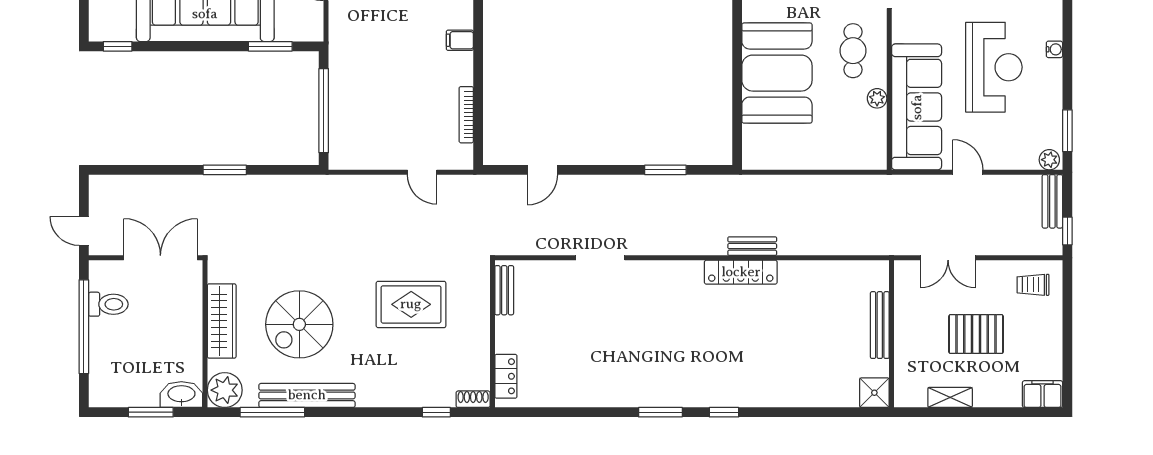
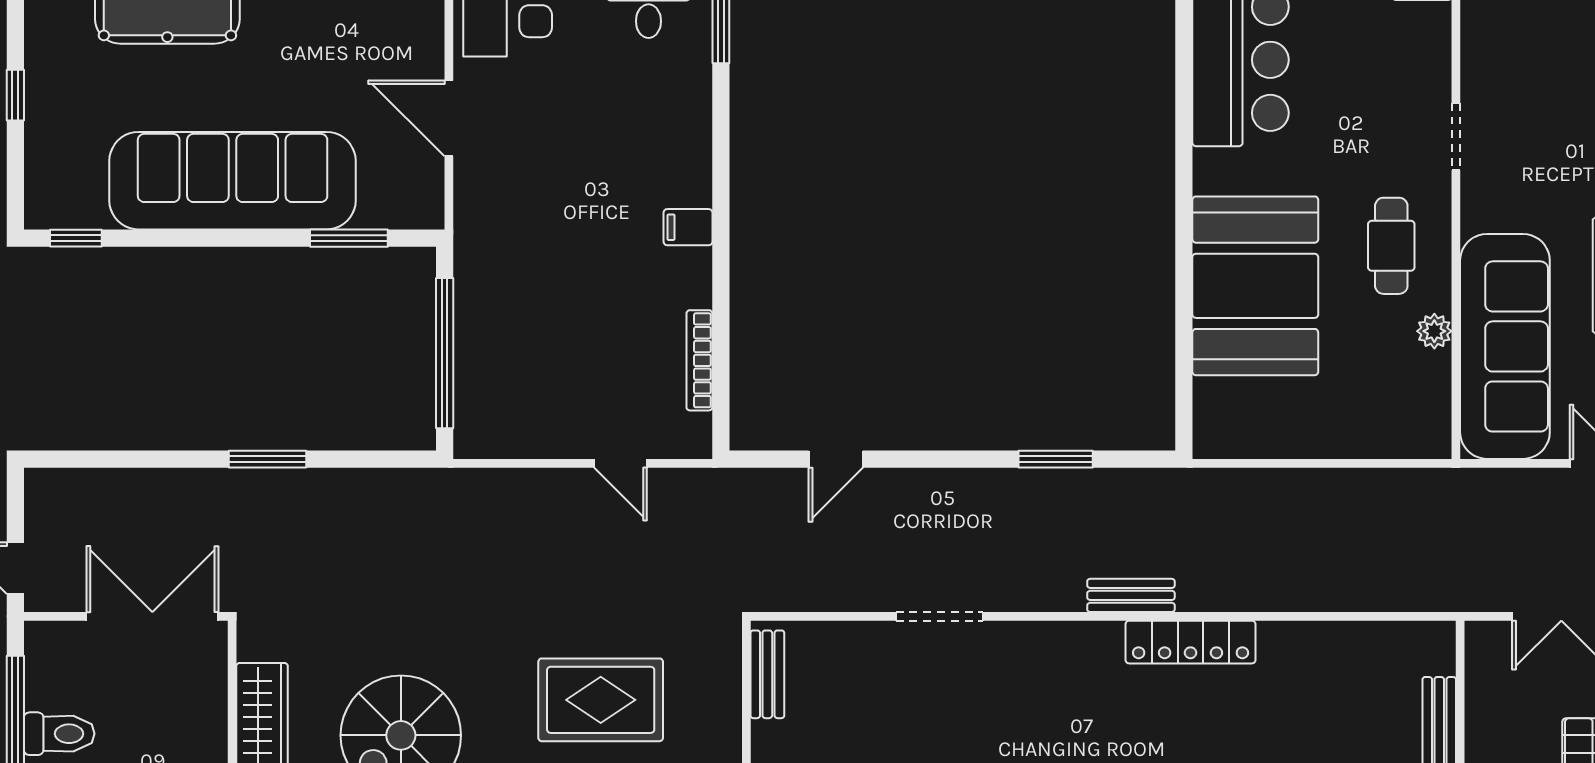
bench: (752, 246) -> (1131, 595), moved
toilet: (108, 304) -> (59, 734), moved

